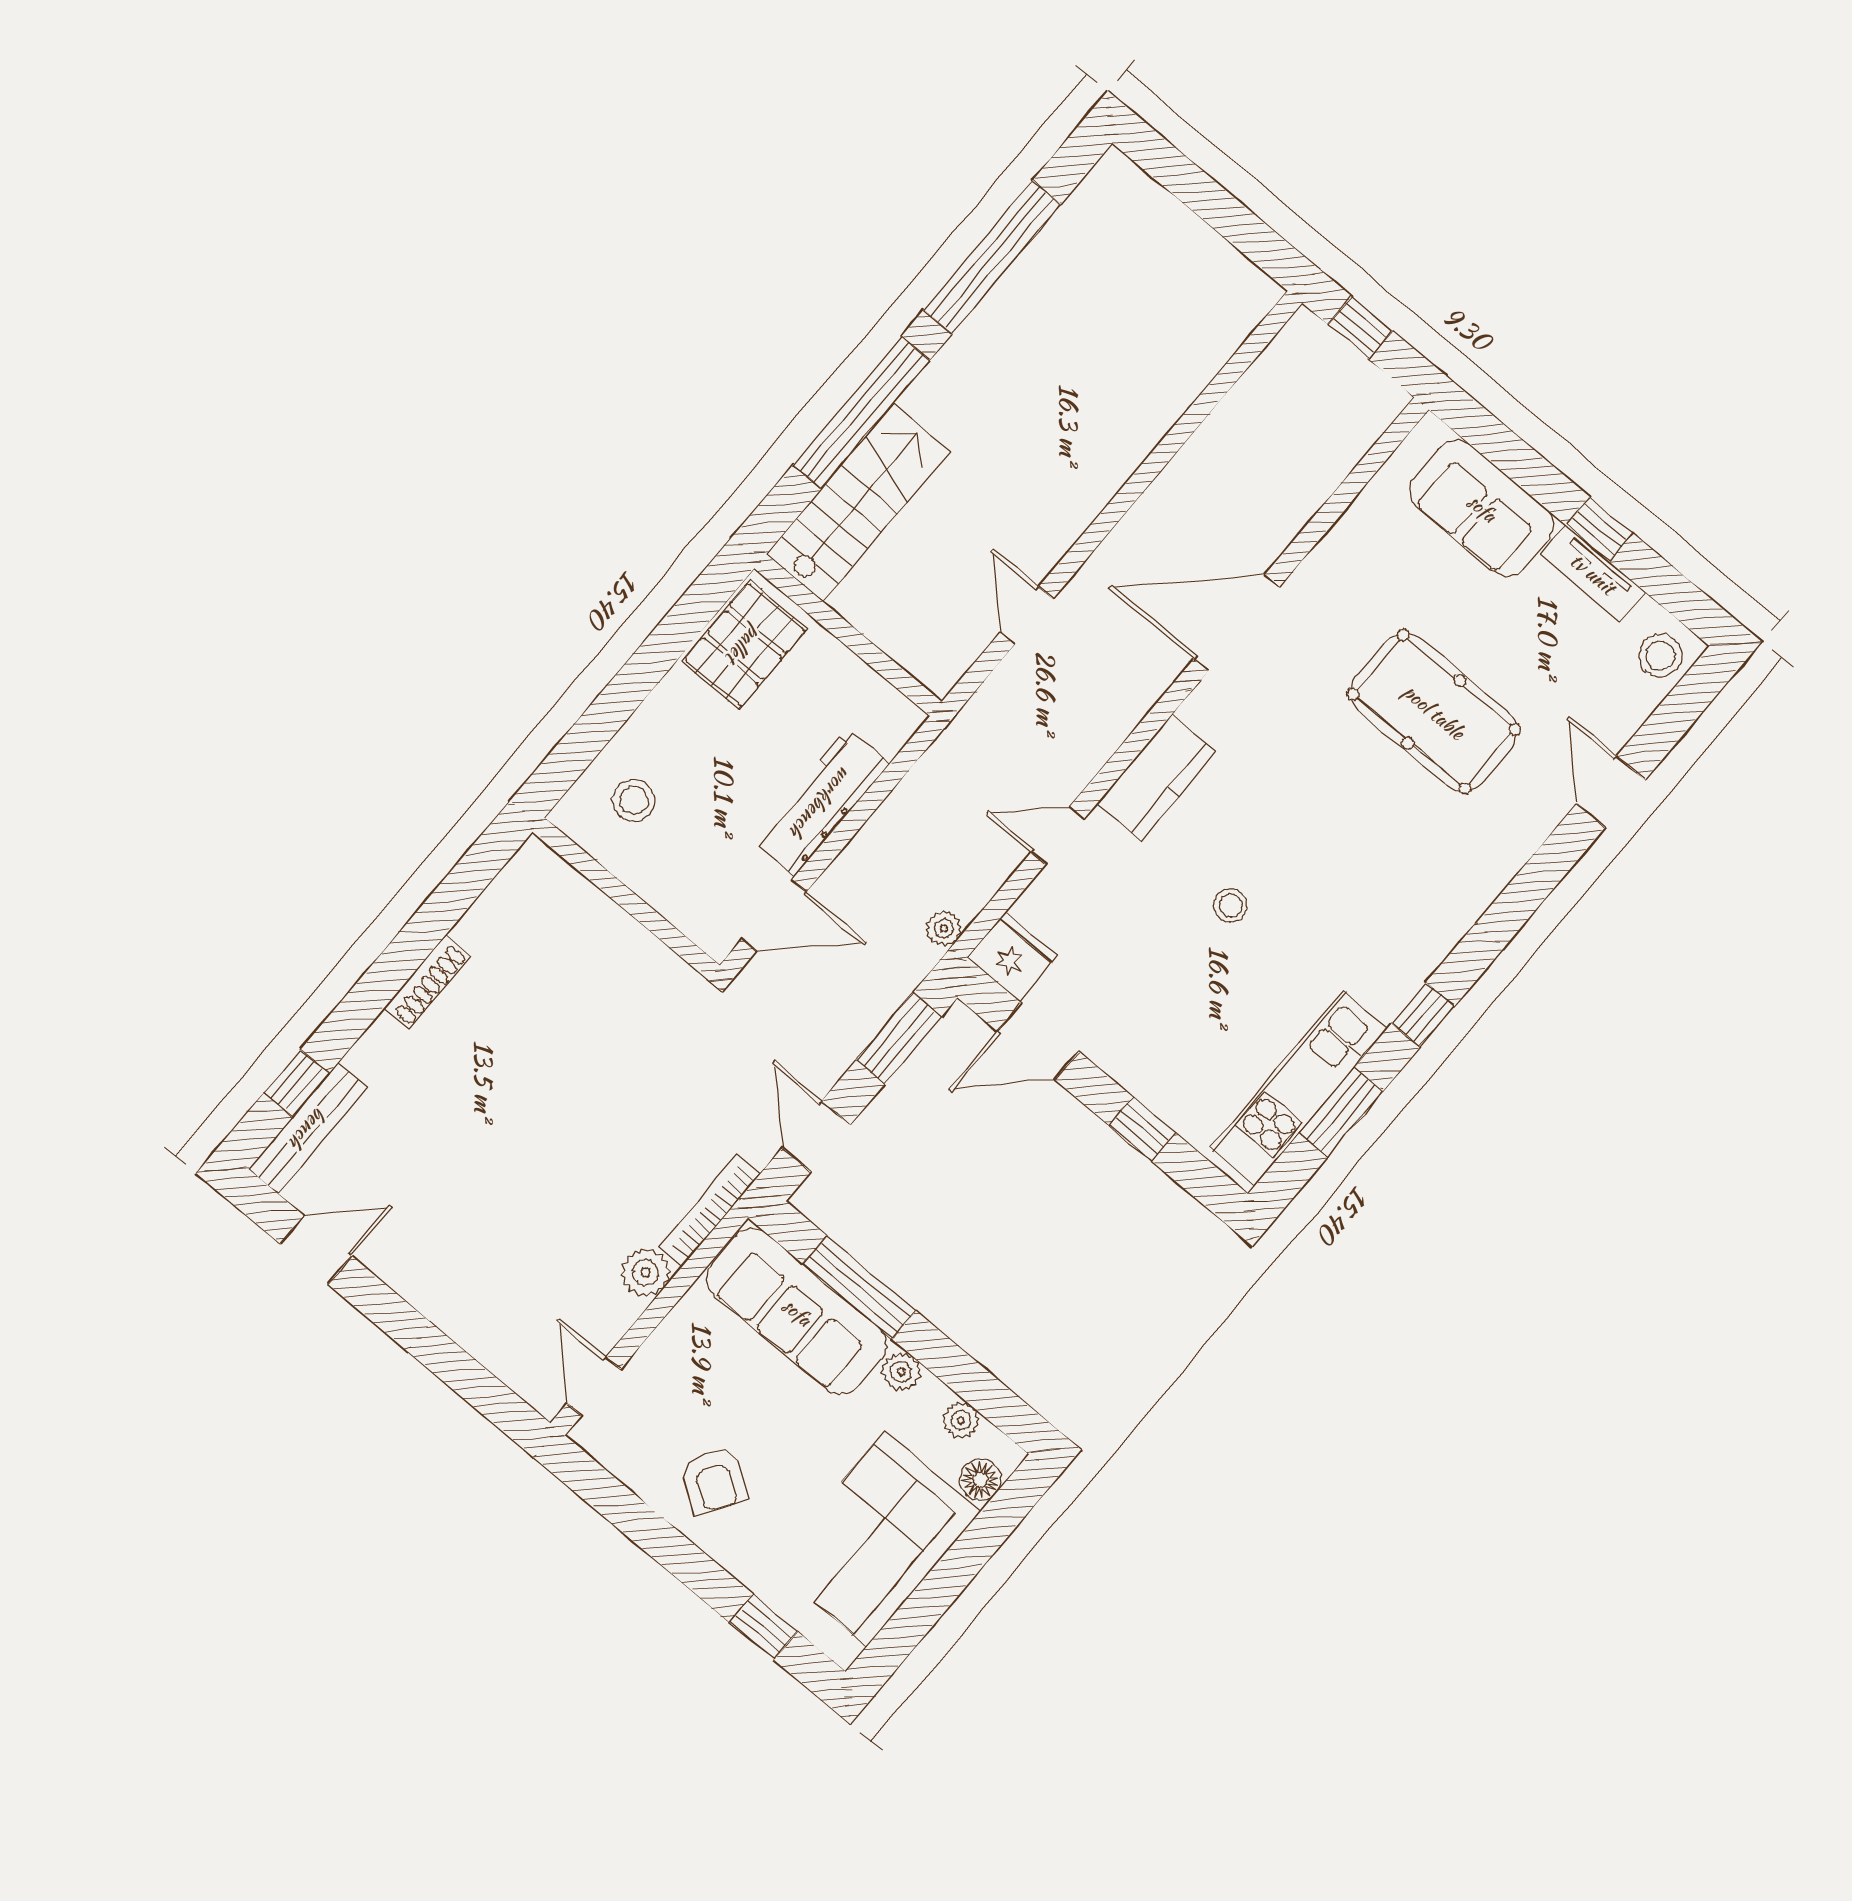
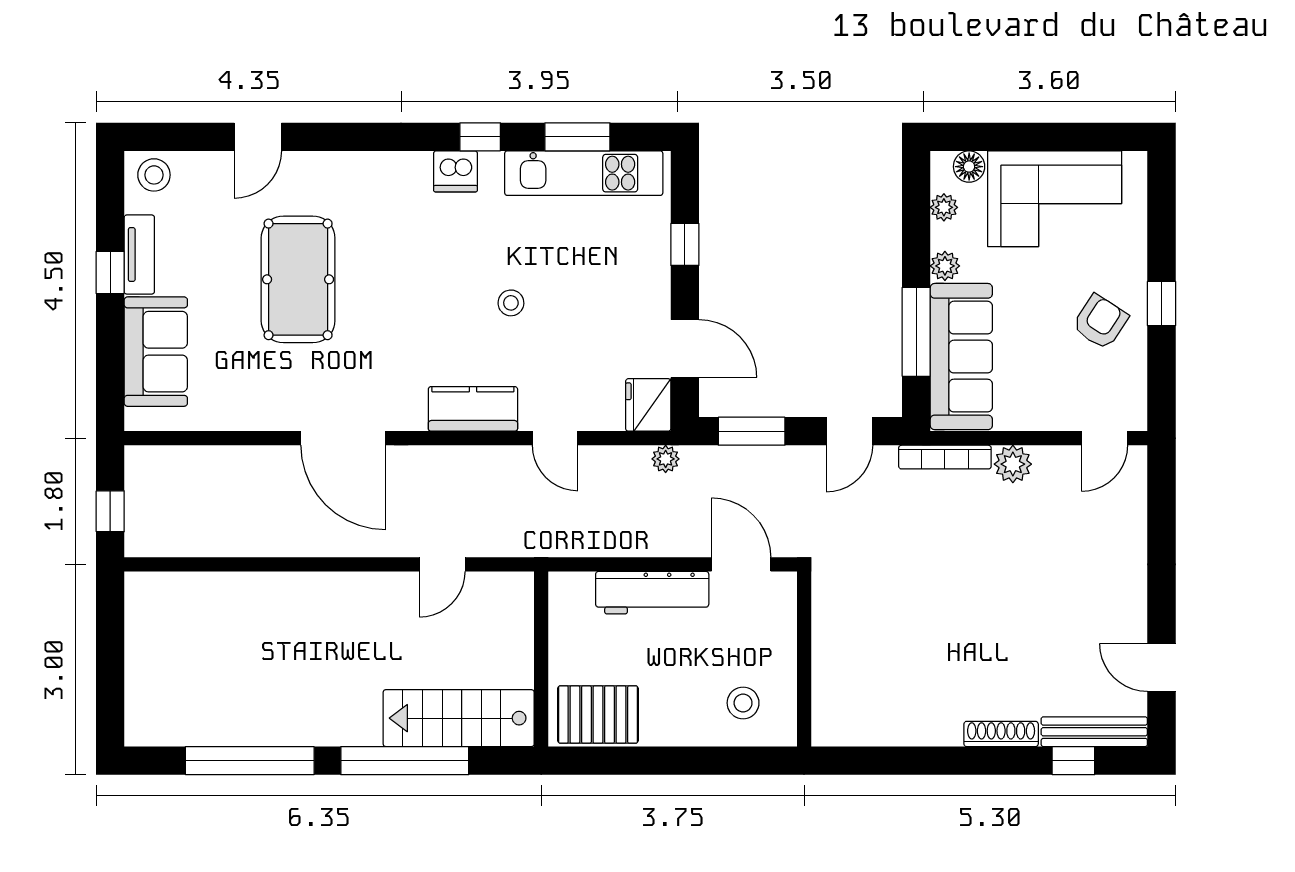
dishwasher: (1409, 961) -> (455, 171), added
shoe rack: (427, 982) -> (1001, 734), moved
window: (764, 1627) -> (1162, 304), moved

